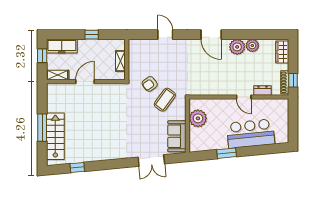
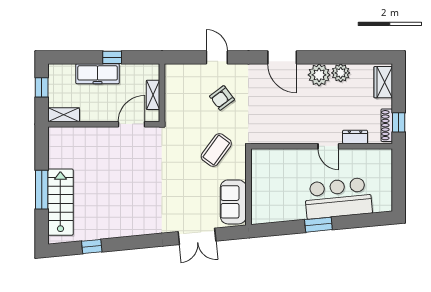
freezer: (62, 46) -> (98, 74), moved
door: (85, 82) -> (132, 124), moved
armchair: (150, 84) -> (222, 98), moved
plant: (198, 118) -> (263, 177), removed
window: (227, 153) -> (318, 225), moved

